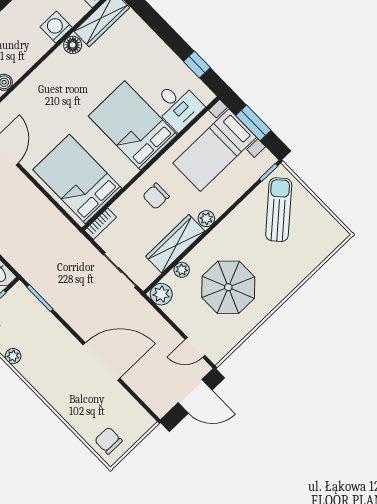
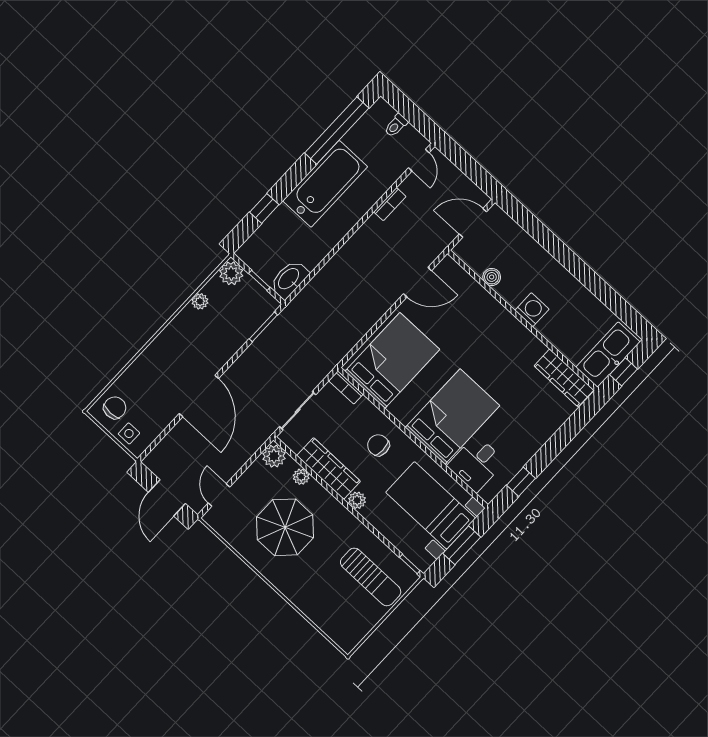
washing machine: (56, 27) -> (532, 310), moved
floor lamp: (73, 45) -> (535, 348), removed
sun lounger: (279, 210) -> (371, 577), turned 42
side table: (133, 429) -> (129, 433), added

